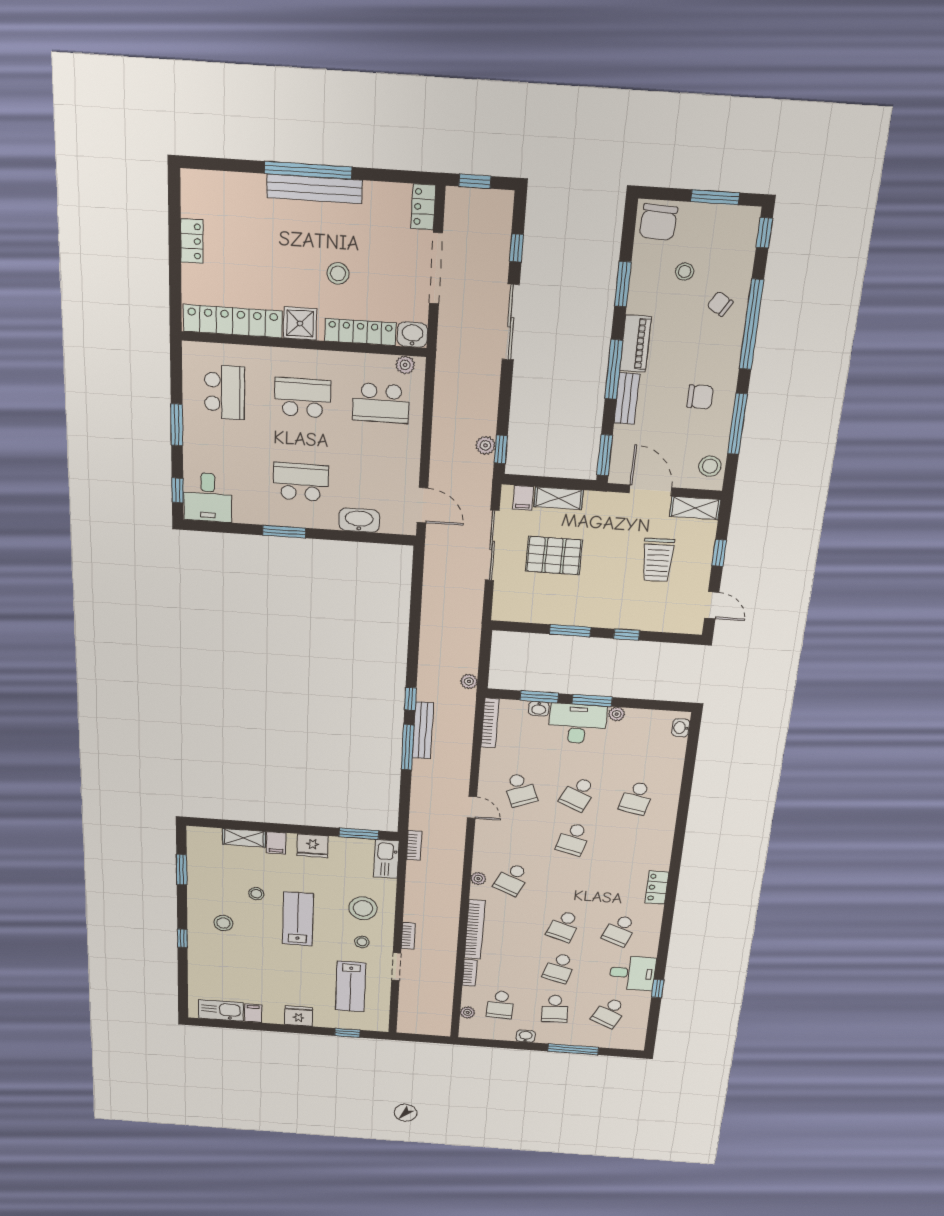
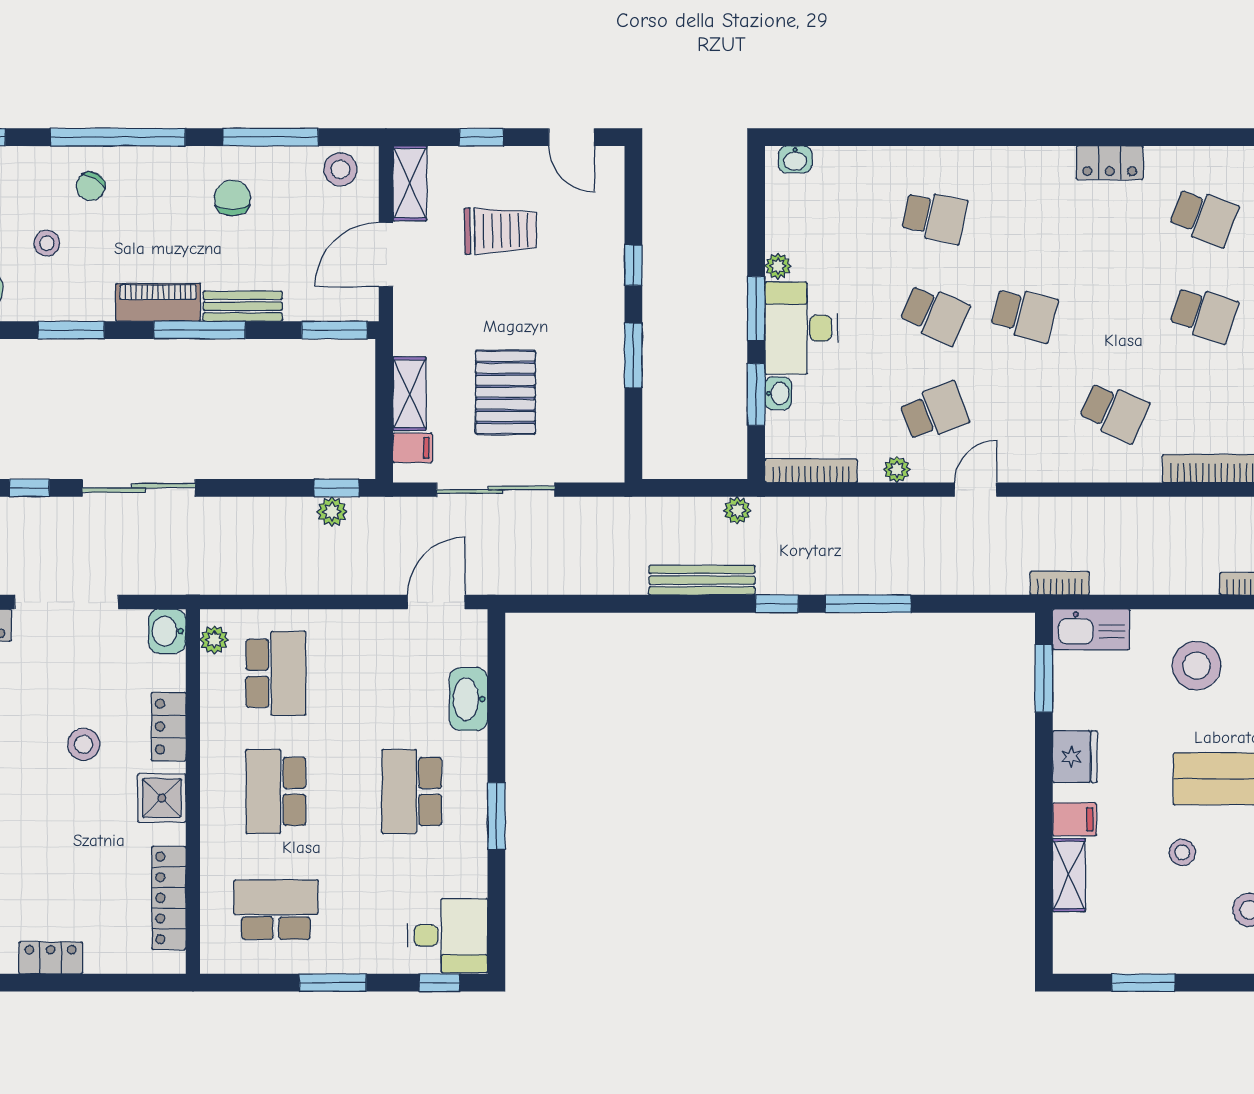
locker: (233, 321) -> (169, 898), width x0.71, depth x0.83
locker: (360, 332) -> (169, 727), width x0.66
door: (712, 605) -> (572, 137), swing flipped
bench: (423, 730) -> (702, 580), moved
plant: (478, 879) -> (897, 469), moved

